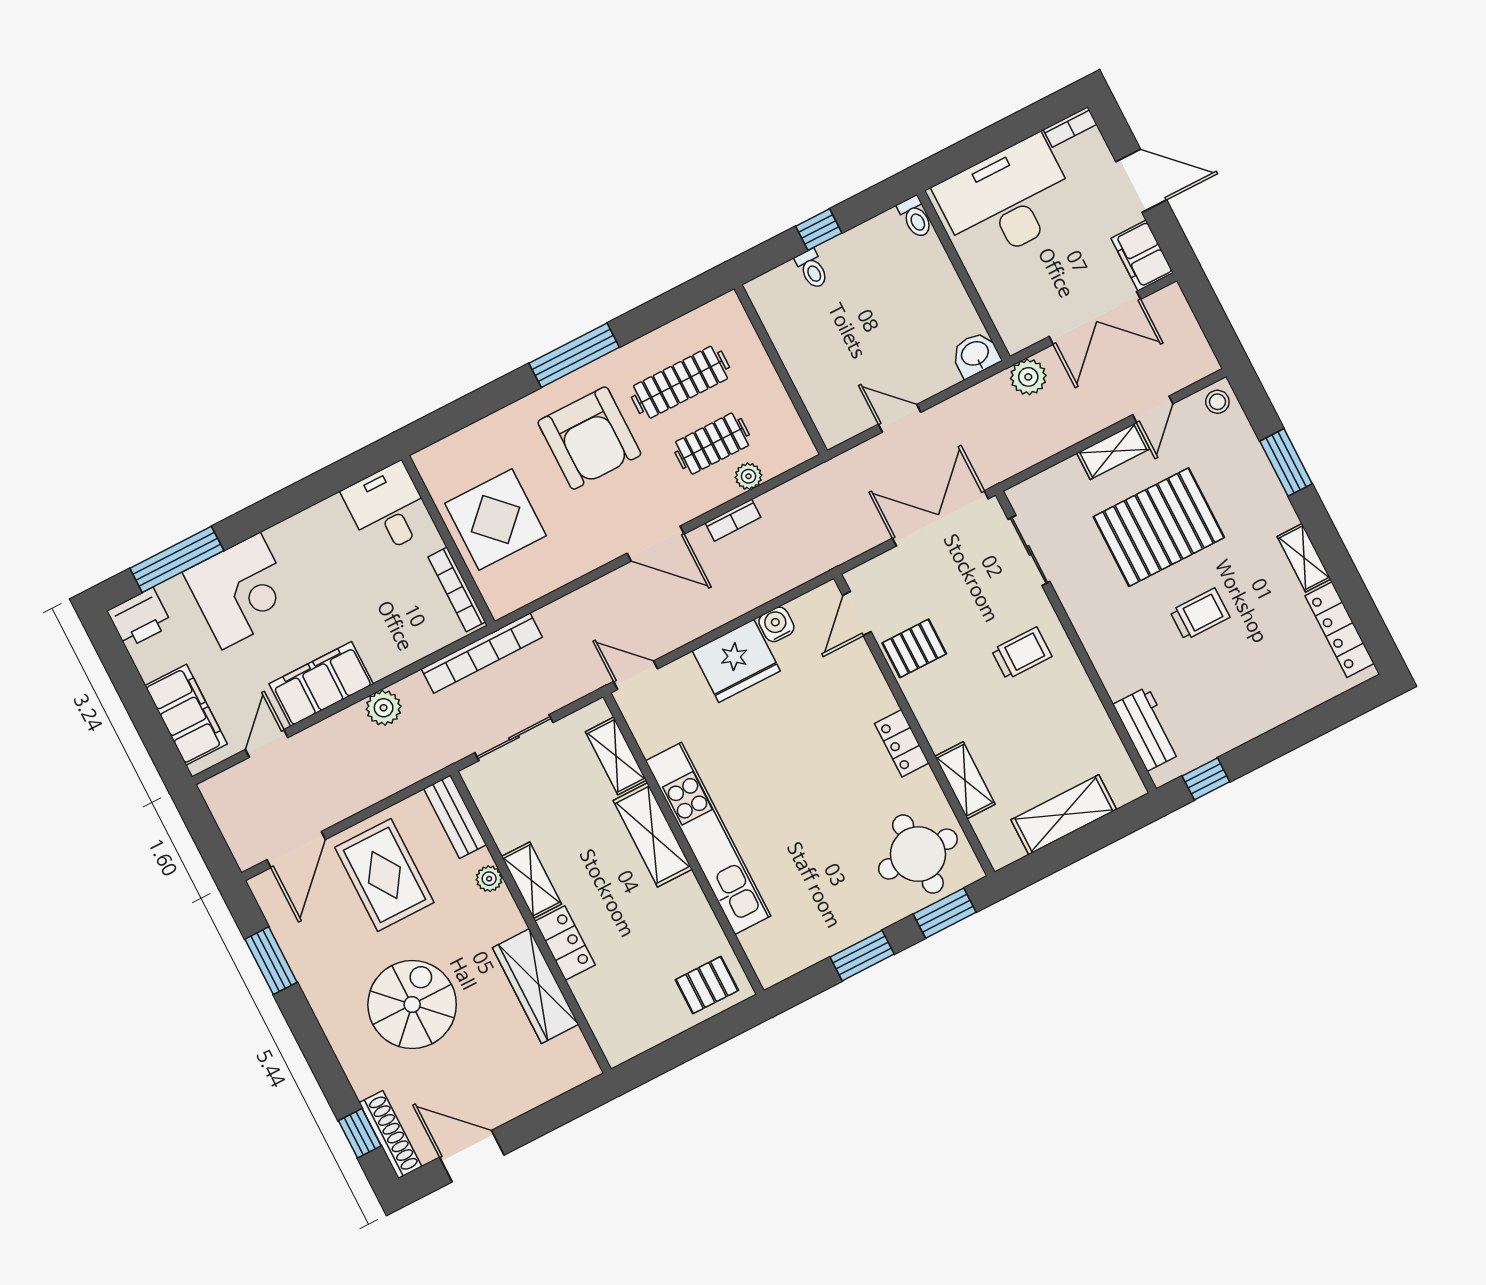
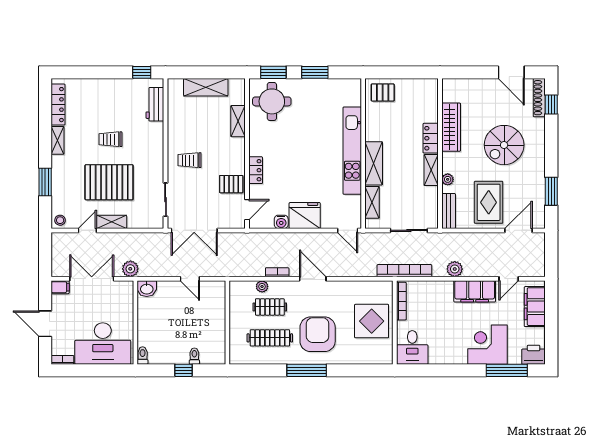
filing cabinet: (1142, 255) -> (60, 287), width x0.50
locker: (902, 743) -> (256, 170), moved

